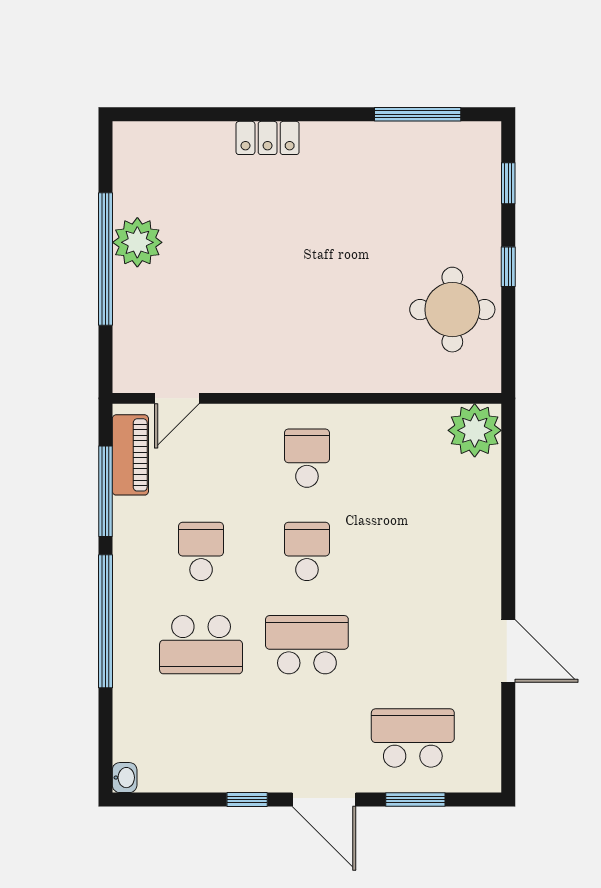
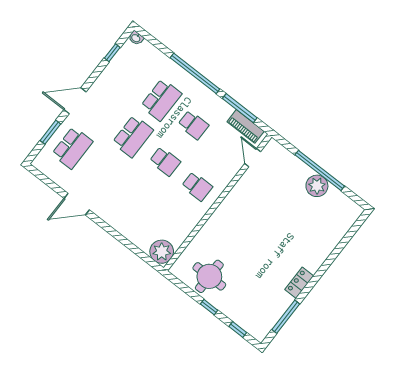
locker: (268, 138) -> (299, 283), moved
school desk: (201, 645) -> (161, 100), turned 180
window: (247, 800) -> (112, 53), moved

